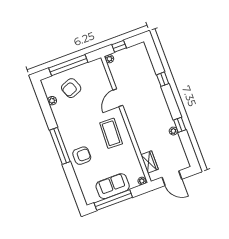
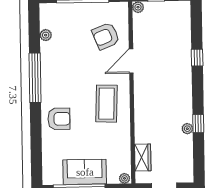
armchair: (71, 88) -> (106, 36), moved
window: (60, 146) -> (35, 78), moved

